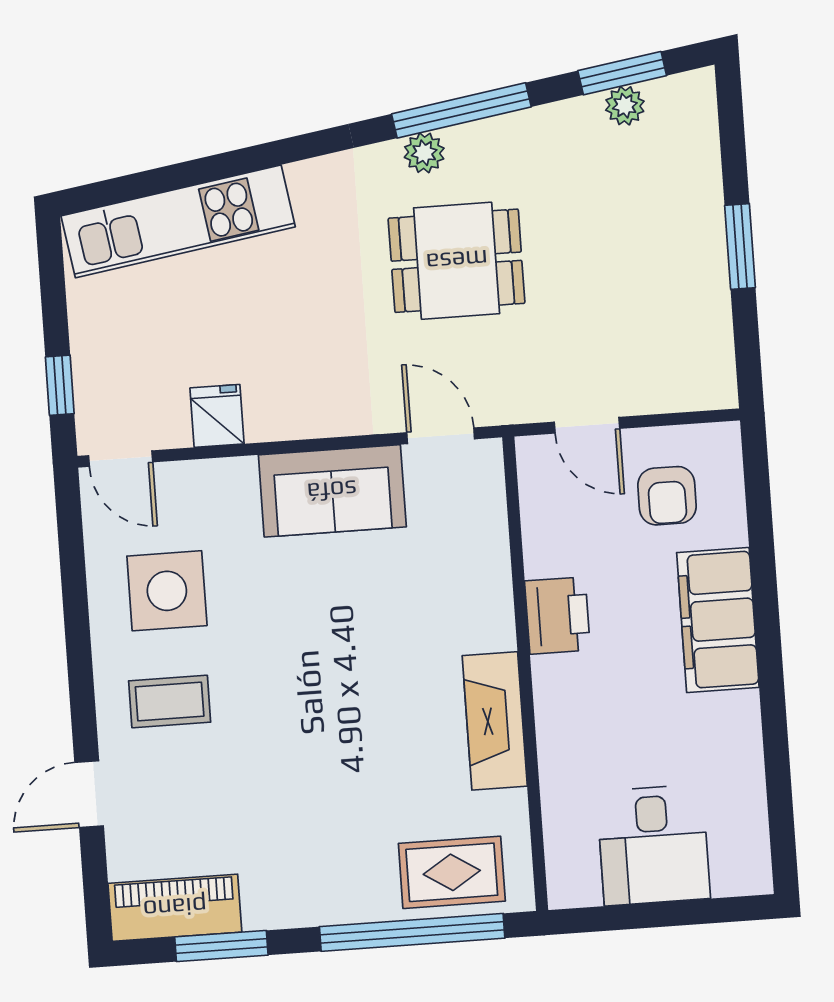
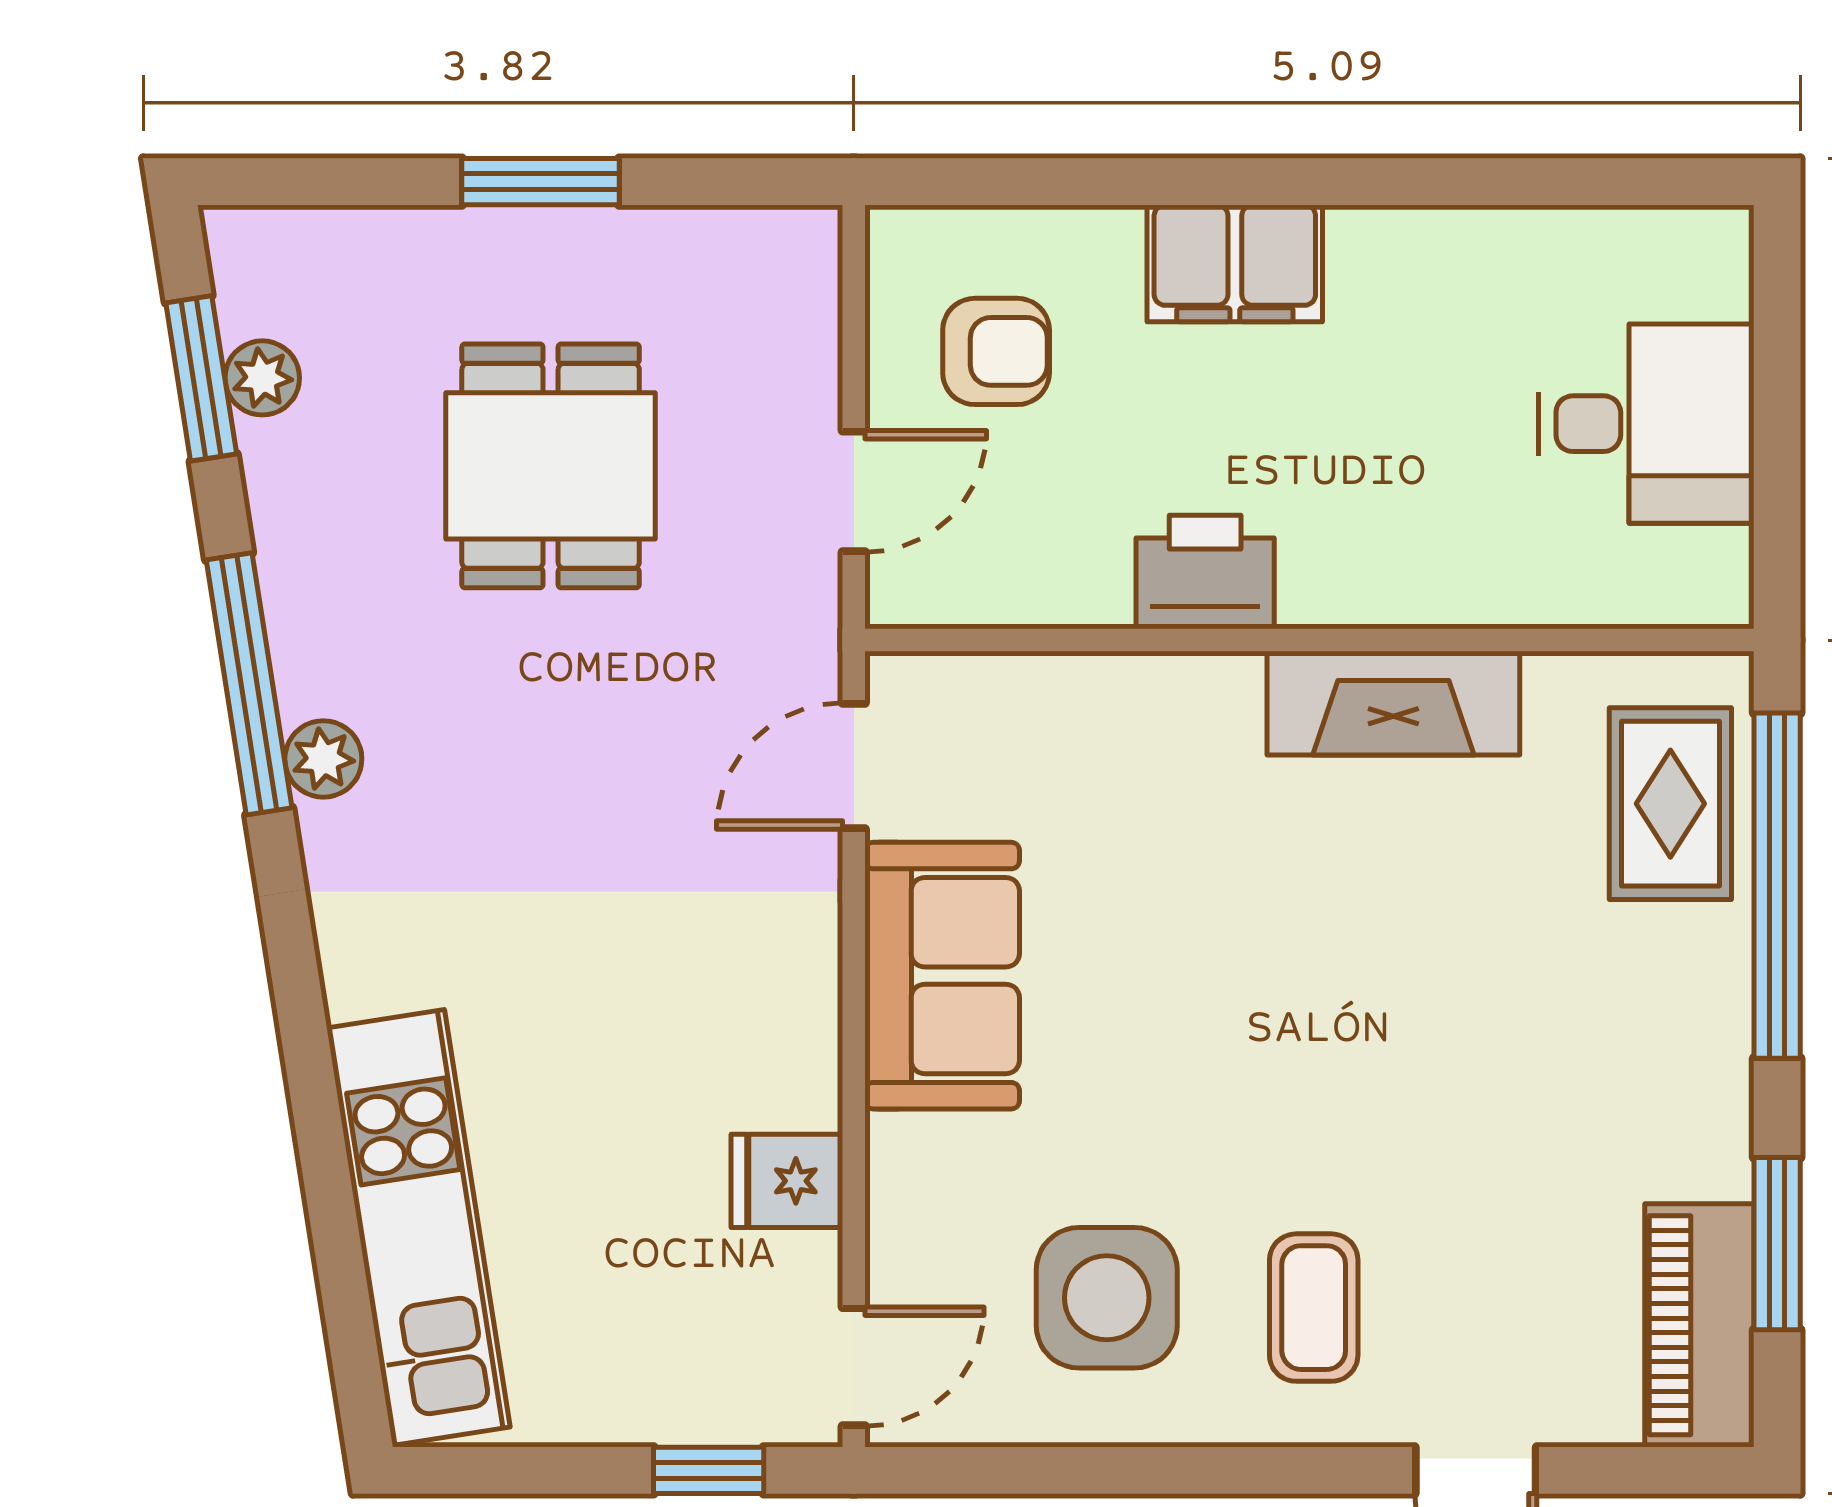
dining table: (457, 261) -> (551, 466), moved
filing cabinet: (718, 620) -> (1235, 263), width x0.67, depth x0.86

